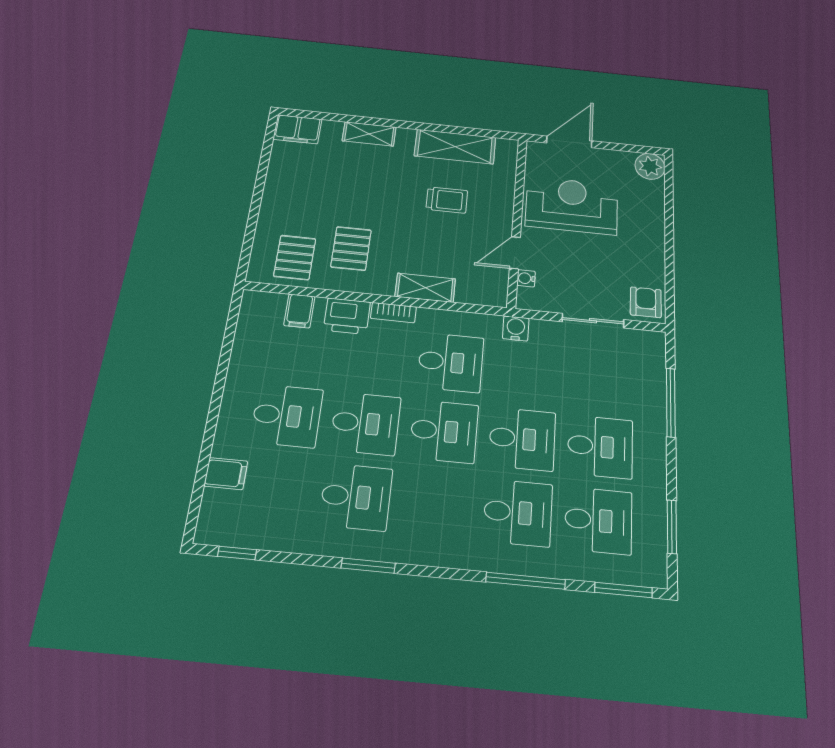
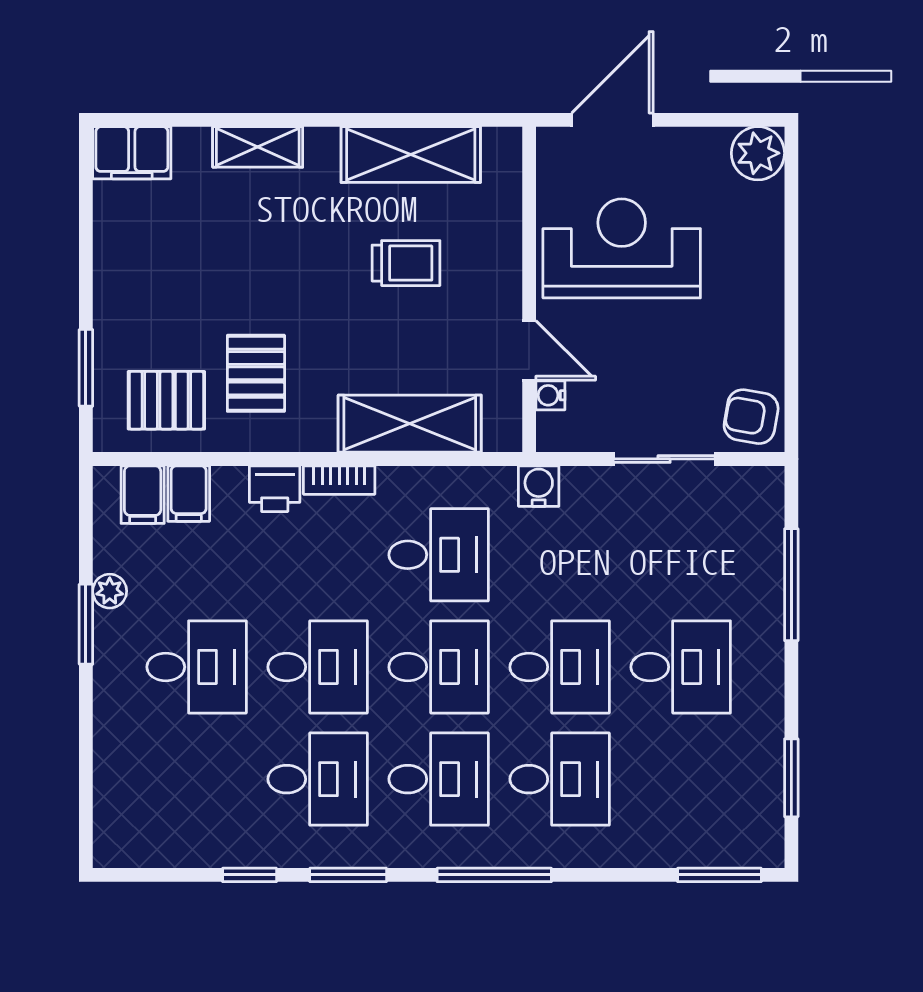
window: (250, 235) -> (86, 368), added
door: (515, 253) -> (529, 350), swing flipped
pallet: (295, 257) -> (166, 400), turned 90
shelving: (425, 288) -> (410, 424), width x1.50, depth x1.33
armchair: (646, 302) -> (751, 417), turned -80
printer: (347, 316) -> (275, 489), width x0.73, depth x0.81
plant: (239, 363) -> (110, 591), added
window: (220, 382) -> (86, 624), added
filing cabinet: (226, 474) -> (143, 495), moved, turned 90
desk: (598, 520) -> (439, 779), moved
window: (237, 553) -> (250, 875), moved
window: (526, 581) -> (494, 875), moved

